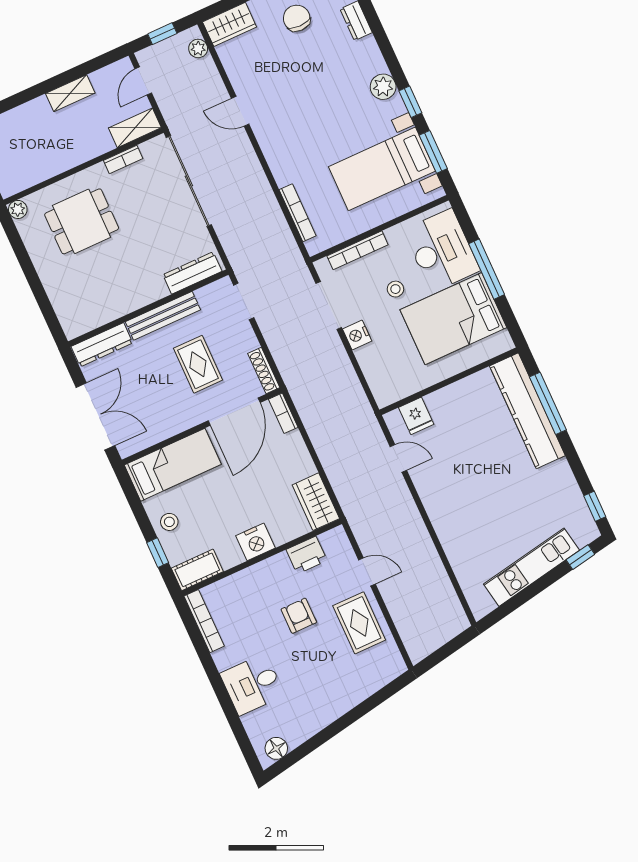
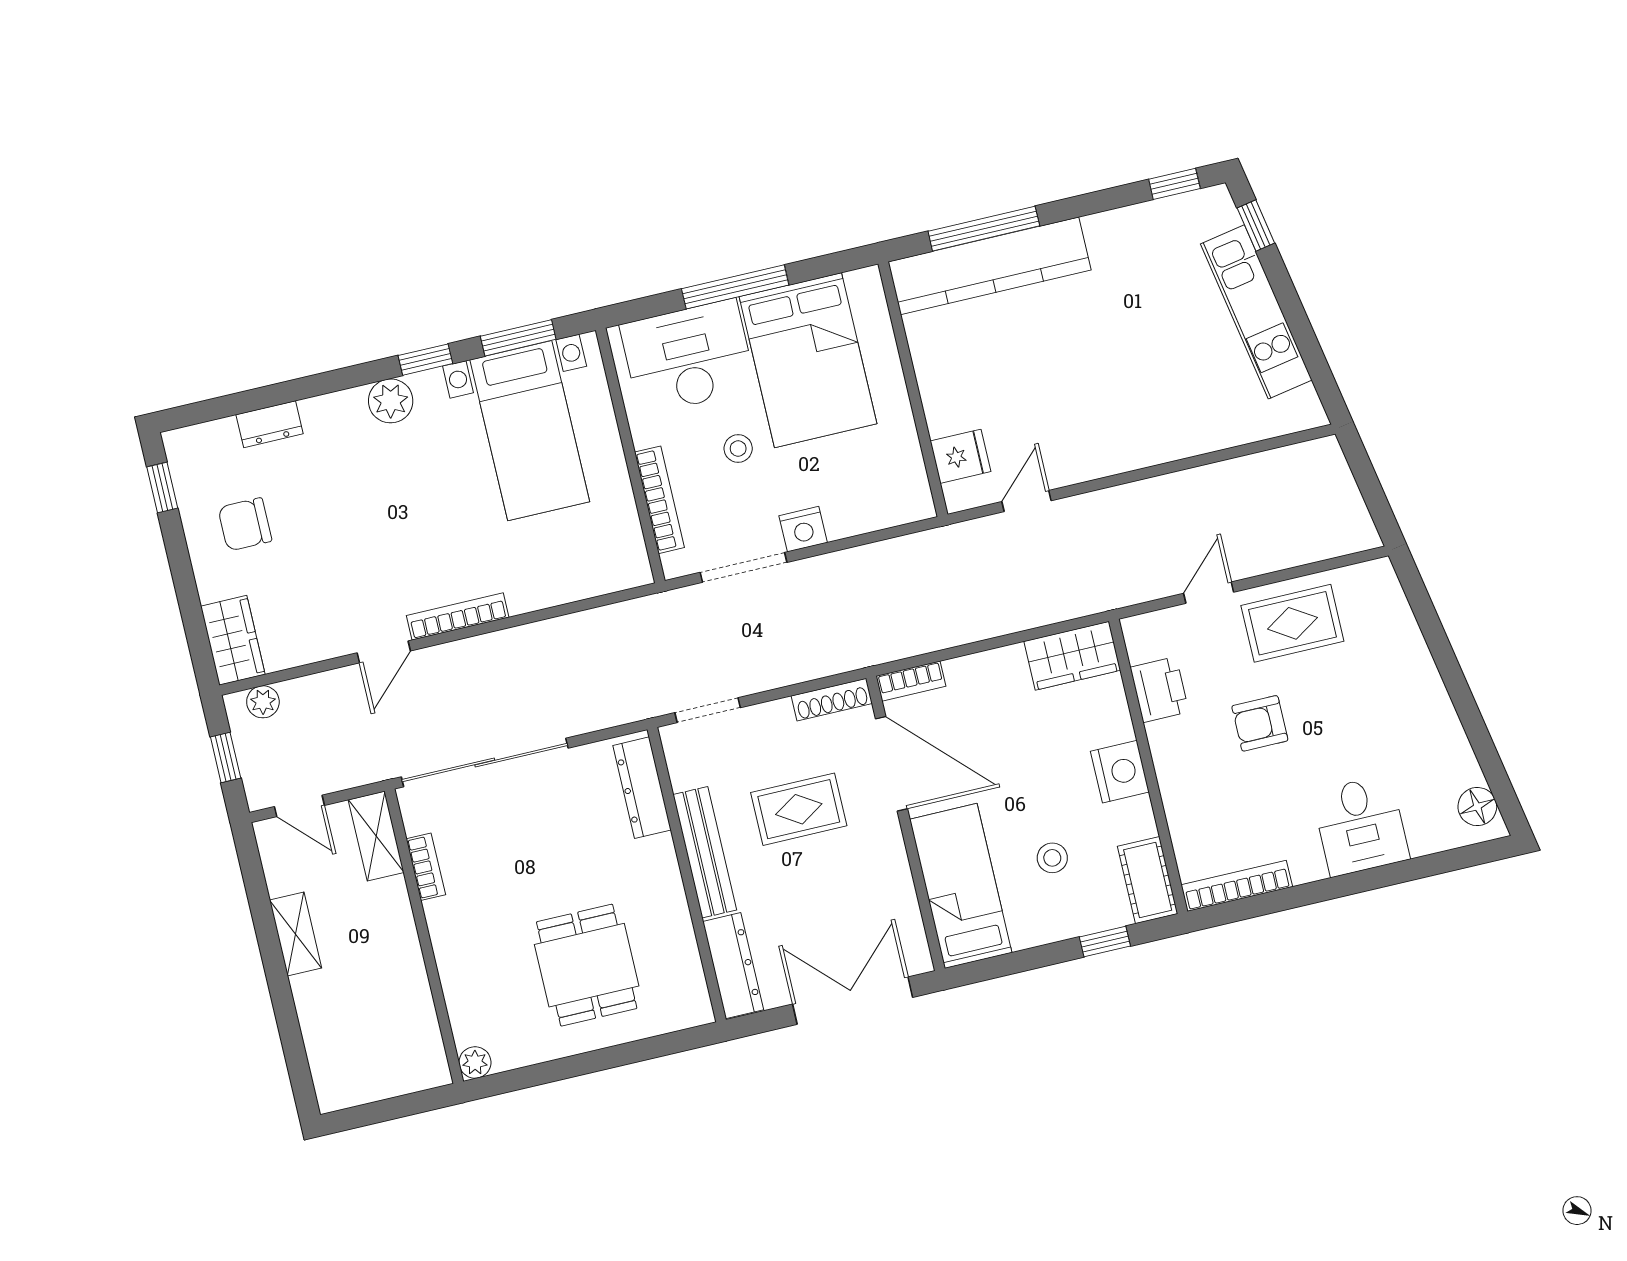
bookcase: (298, 213) -> (458, 616), moved
dining table: (82, 221) -> (587, 965), moved
stool: (169, 522) -> (1052, 858), moved

